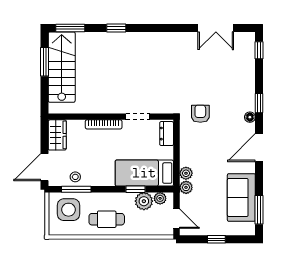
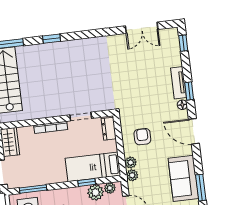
tv unit: (249, 93) -> (178, 83), added
armchair: (200, 114) -> (142, 137), moved
door: (259, 148) -> (194, 131), hinge flipped
stool: (75, 177) -> (31, 178), removed

